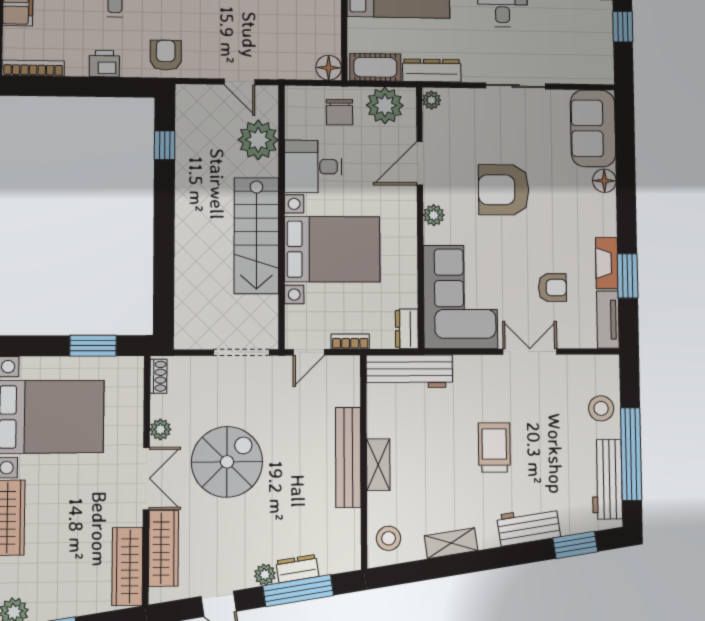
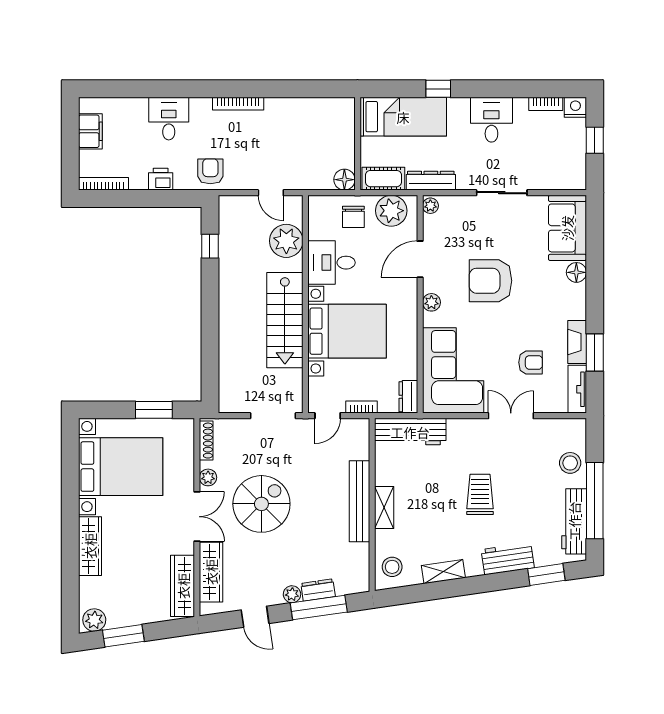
shoe rack: (158, 376) -> (206, 441), width x1.43

